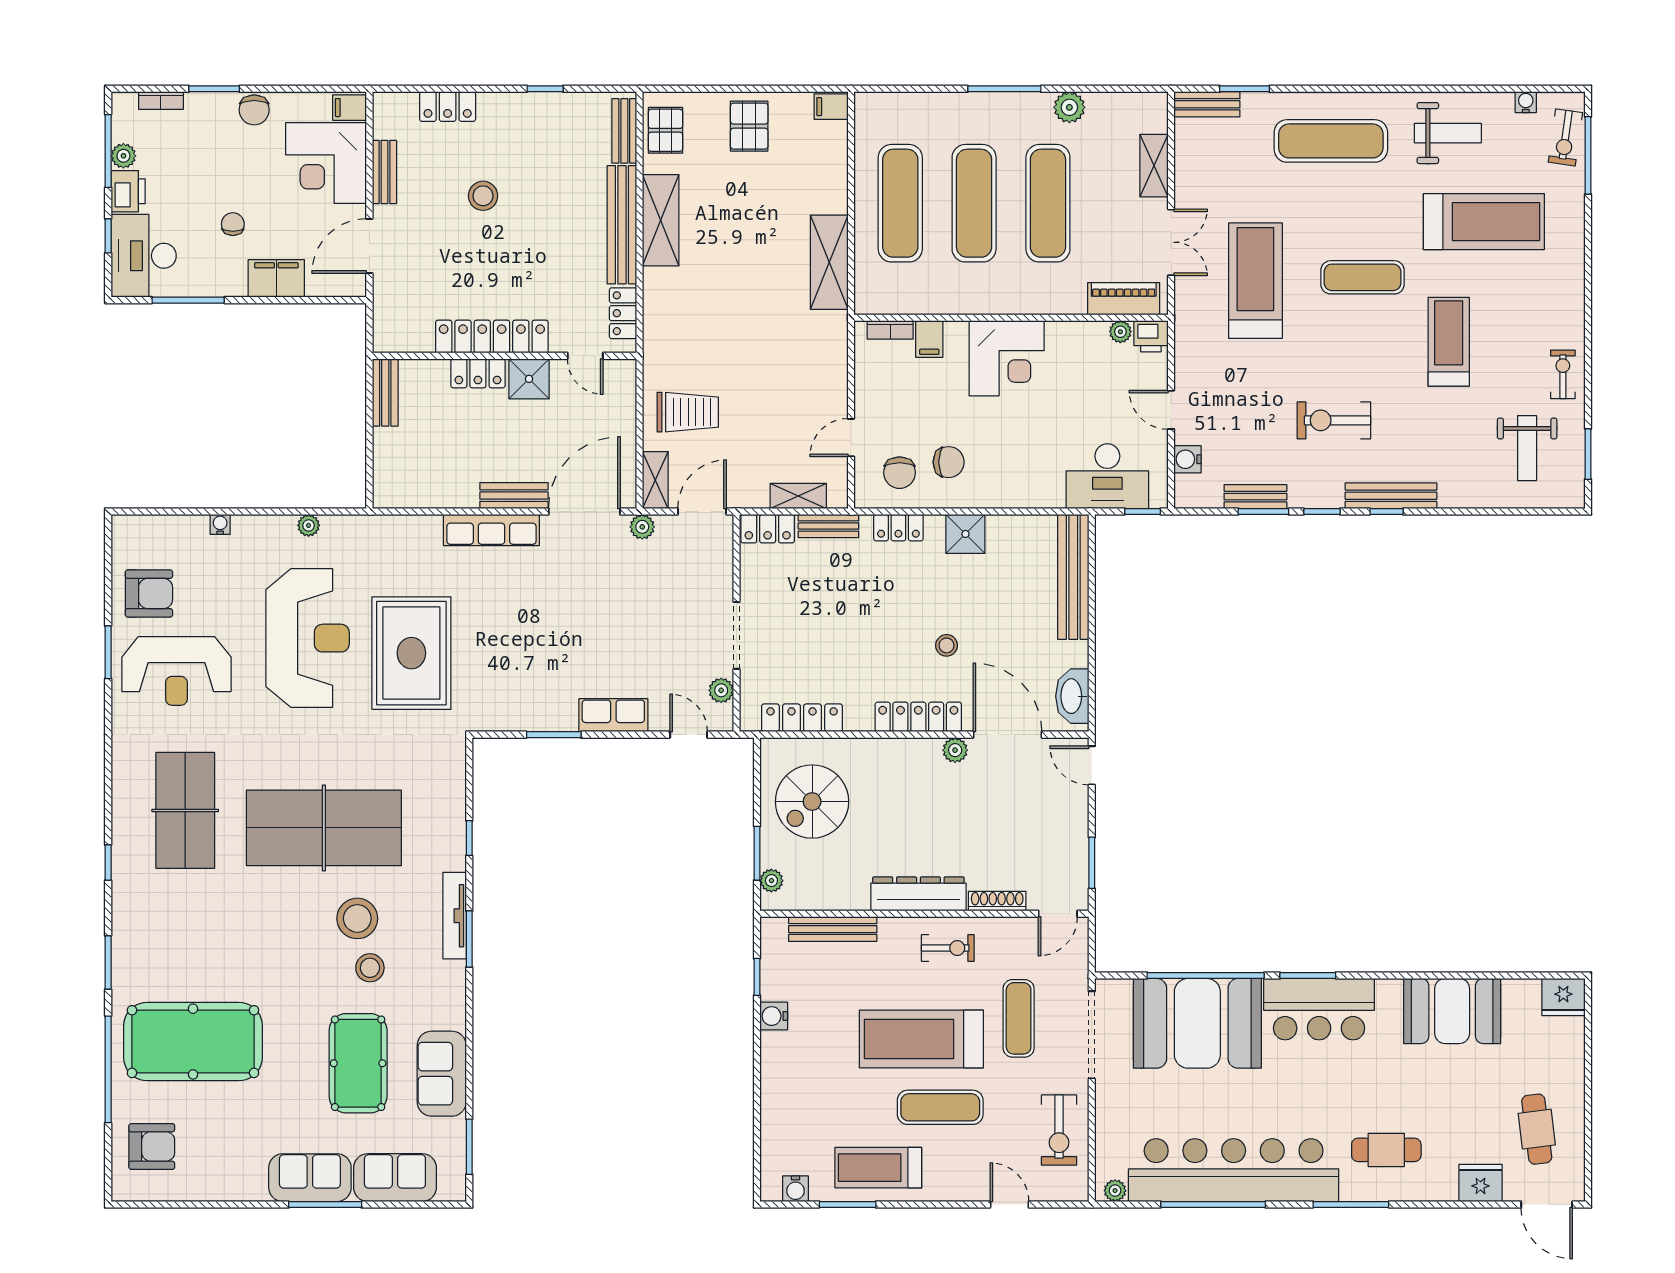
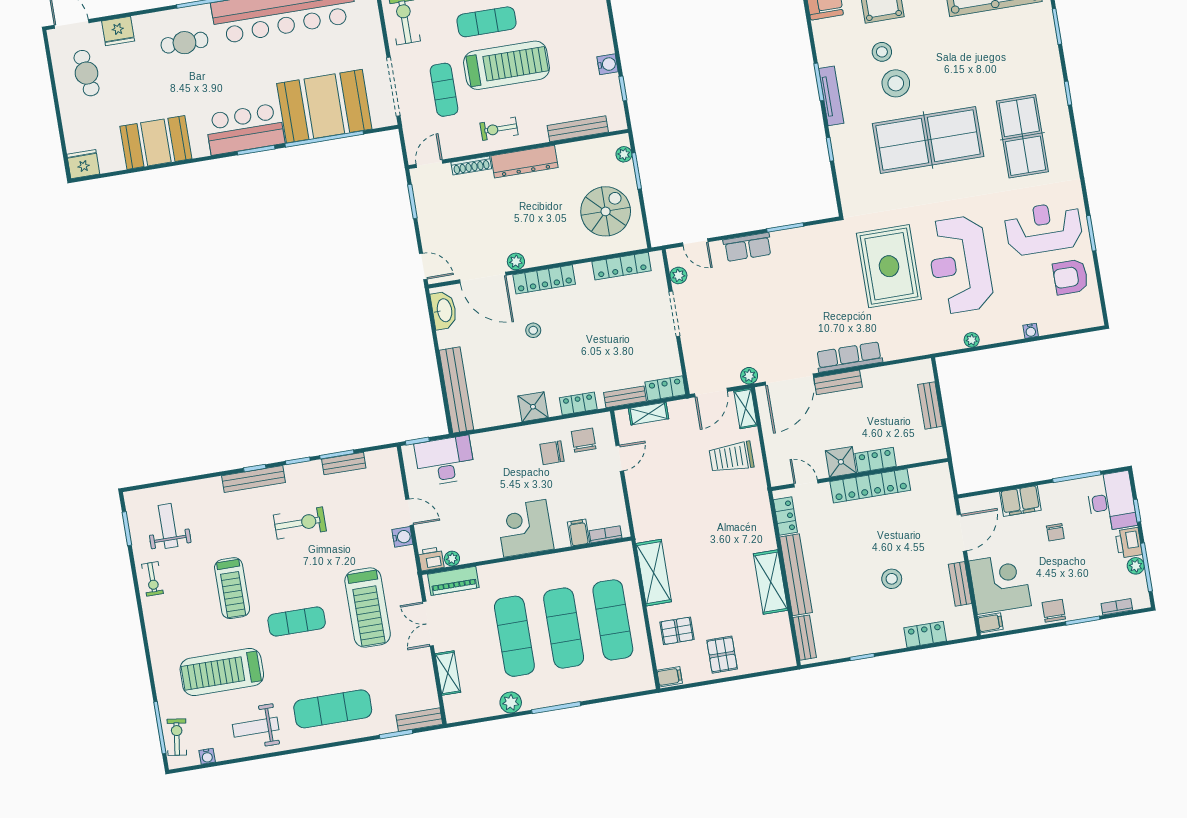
pallet: (665, 130) -> (677, 631), moved, turned 90
bench: (385, 392) -> (930, 405), moved
water cooler: (1188, 459) -> (402, 537), moved

